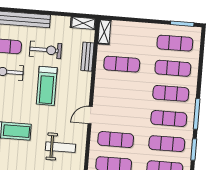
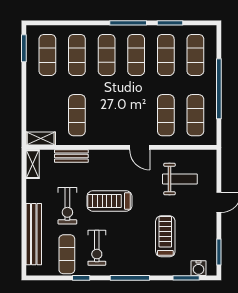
exercise bike: (46, 50) -> (67, 206), turned 180
treadmill: (47, 86) -> (109, 201), turned 180
weight bench: (61, 147) -> (180, 179), turned 90

